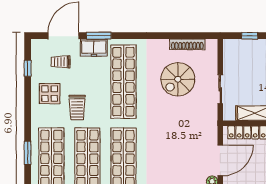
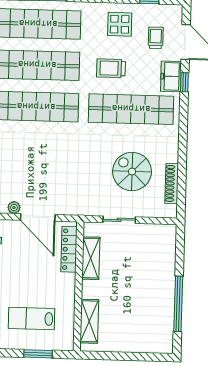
window: (99, 36) -> (184, 82), width x0.67
window: (250, 36) -> (180, 255), removed
trolley: (77, 108) -> (111, 68), moved

